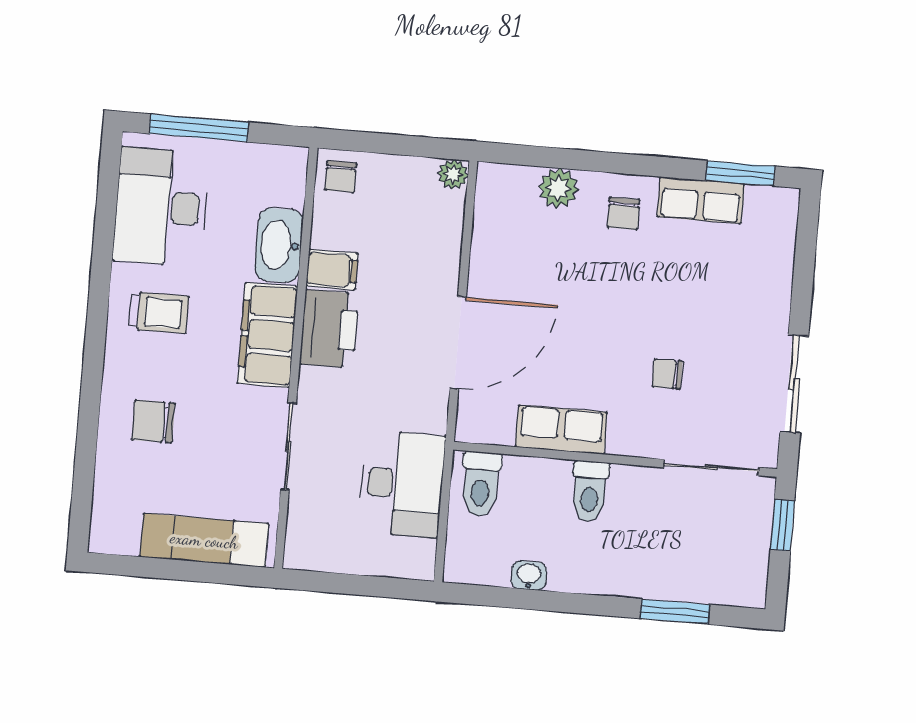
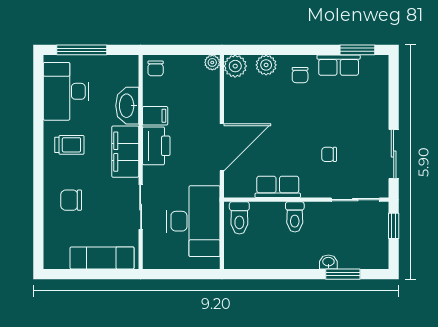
plant: (498, 185) -> (235, 66), added
desk: (402, 484) -> (193, 221), width x1.36, depth x1.30
washbasin: (529, 575) -> (328, 262), moved

